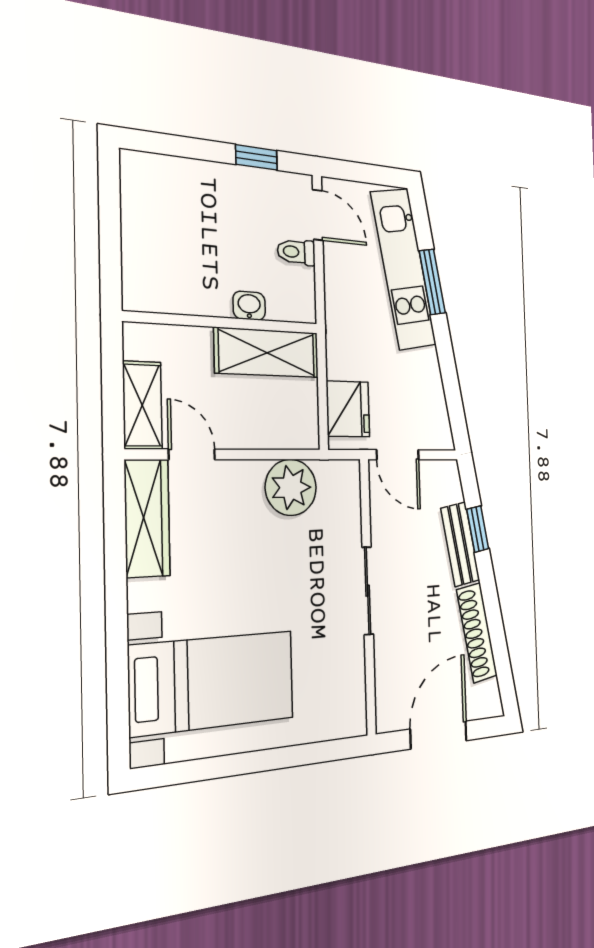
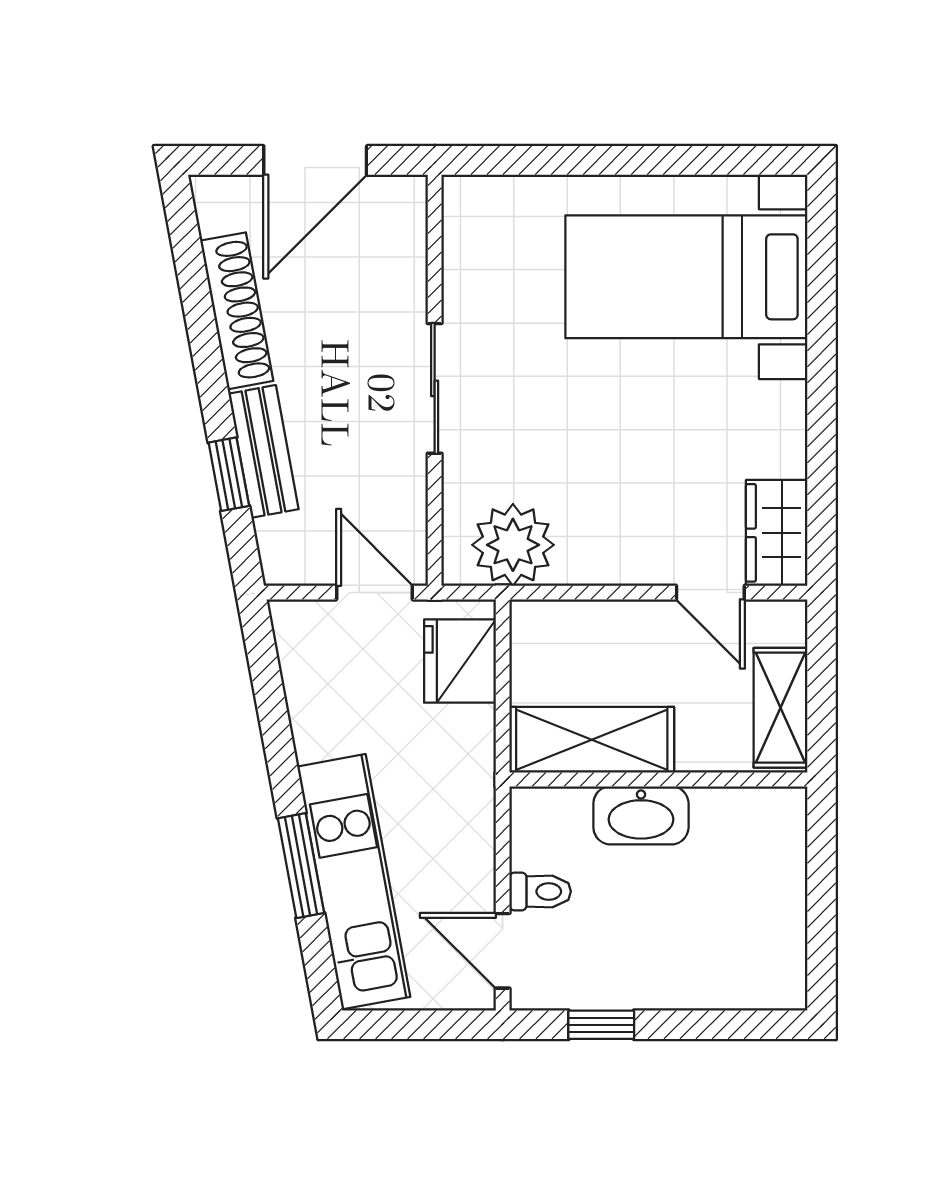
washbasin: (249, 306) -> (641, 815), width x1.91, depth x1.45
shelving: (142, 405) -> (780, 708), moved
plant: (291, 487) -> (513, 545), moved
wardrobe: (147, 518) -> (777, 533), width x0.67

